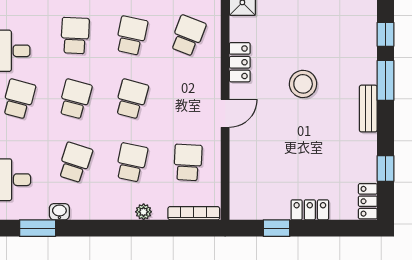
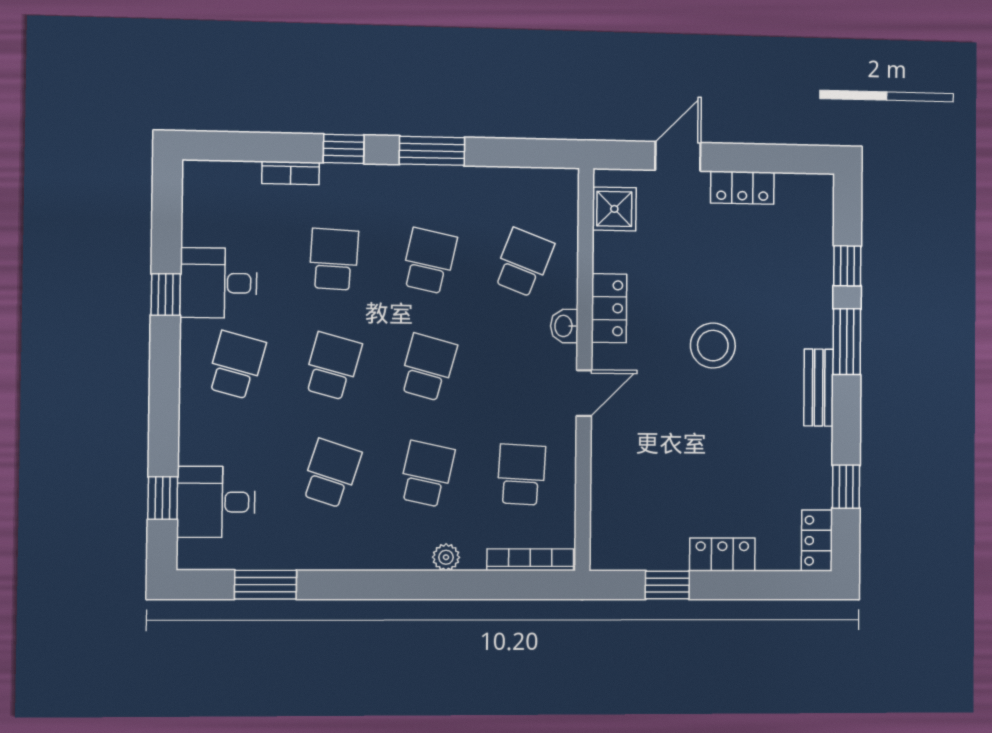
washbasin: (59, 212) -> (564, 326), moved, turned -90

